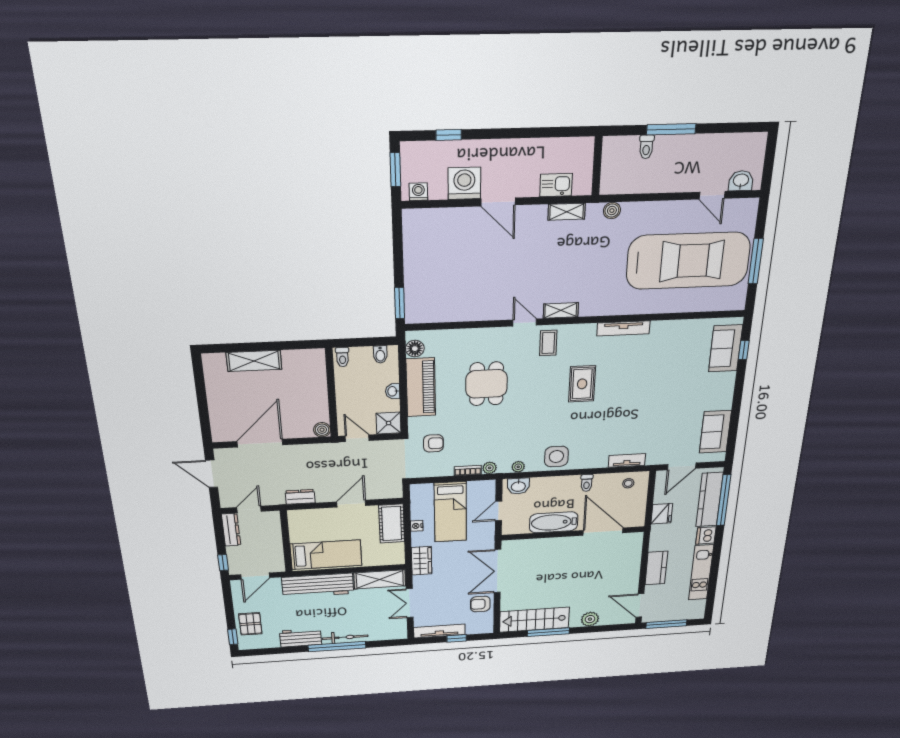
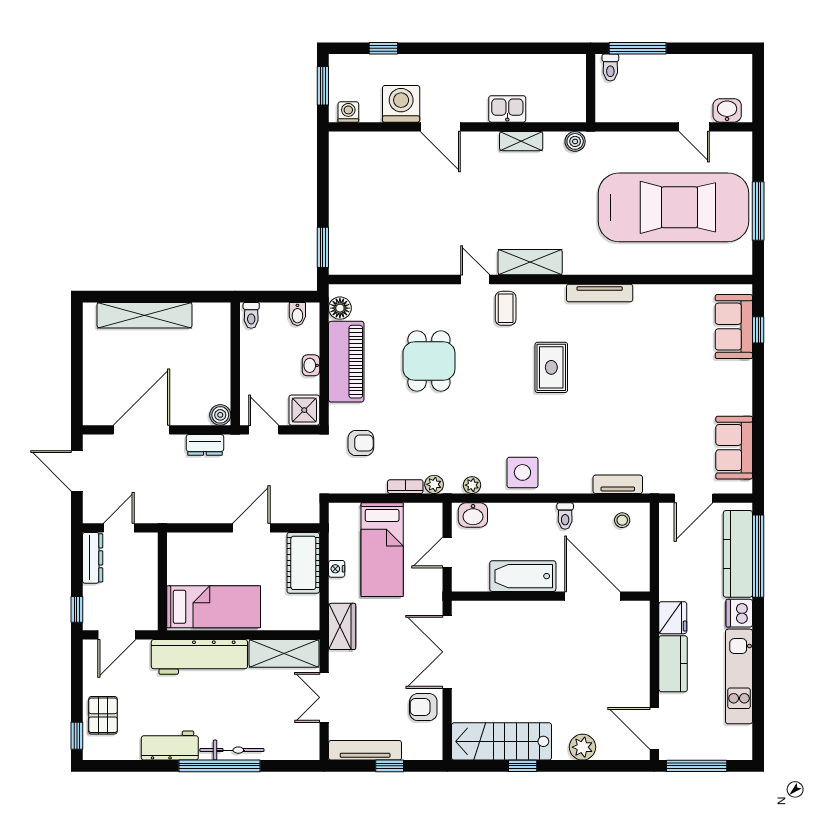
wall: (597, 166) -> (591, 88), moved
shelving: (561, 310) -> (530, 262), width x1.50, depth x1.33
shelving: (254, 361) -> (145, 315), width x1.47
dresser: (300, 497) -> (205, 445), moved, turned 180
fridge: (662, 514) -> (673, 618), moved
window: (548, 632) -> (523, 766), width x0.46

